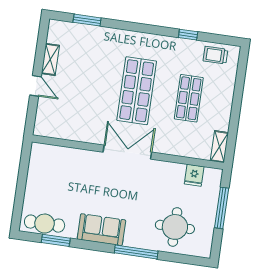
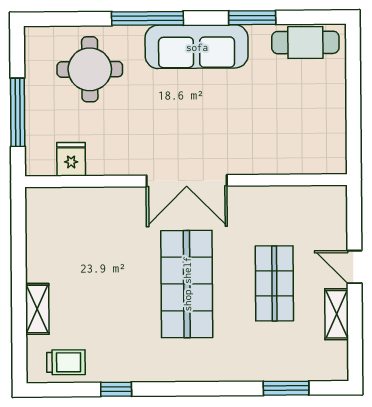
shop shelf: (189, 98) -> (274, 283), moved
shelving: (219, 147) -> (37, 309), moved
sofa: (101, 230) -> (197, 47), width x1.36
window: (56, 240) -> (252, 18), moved

